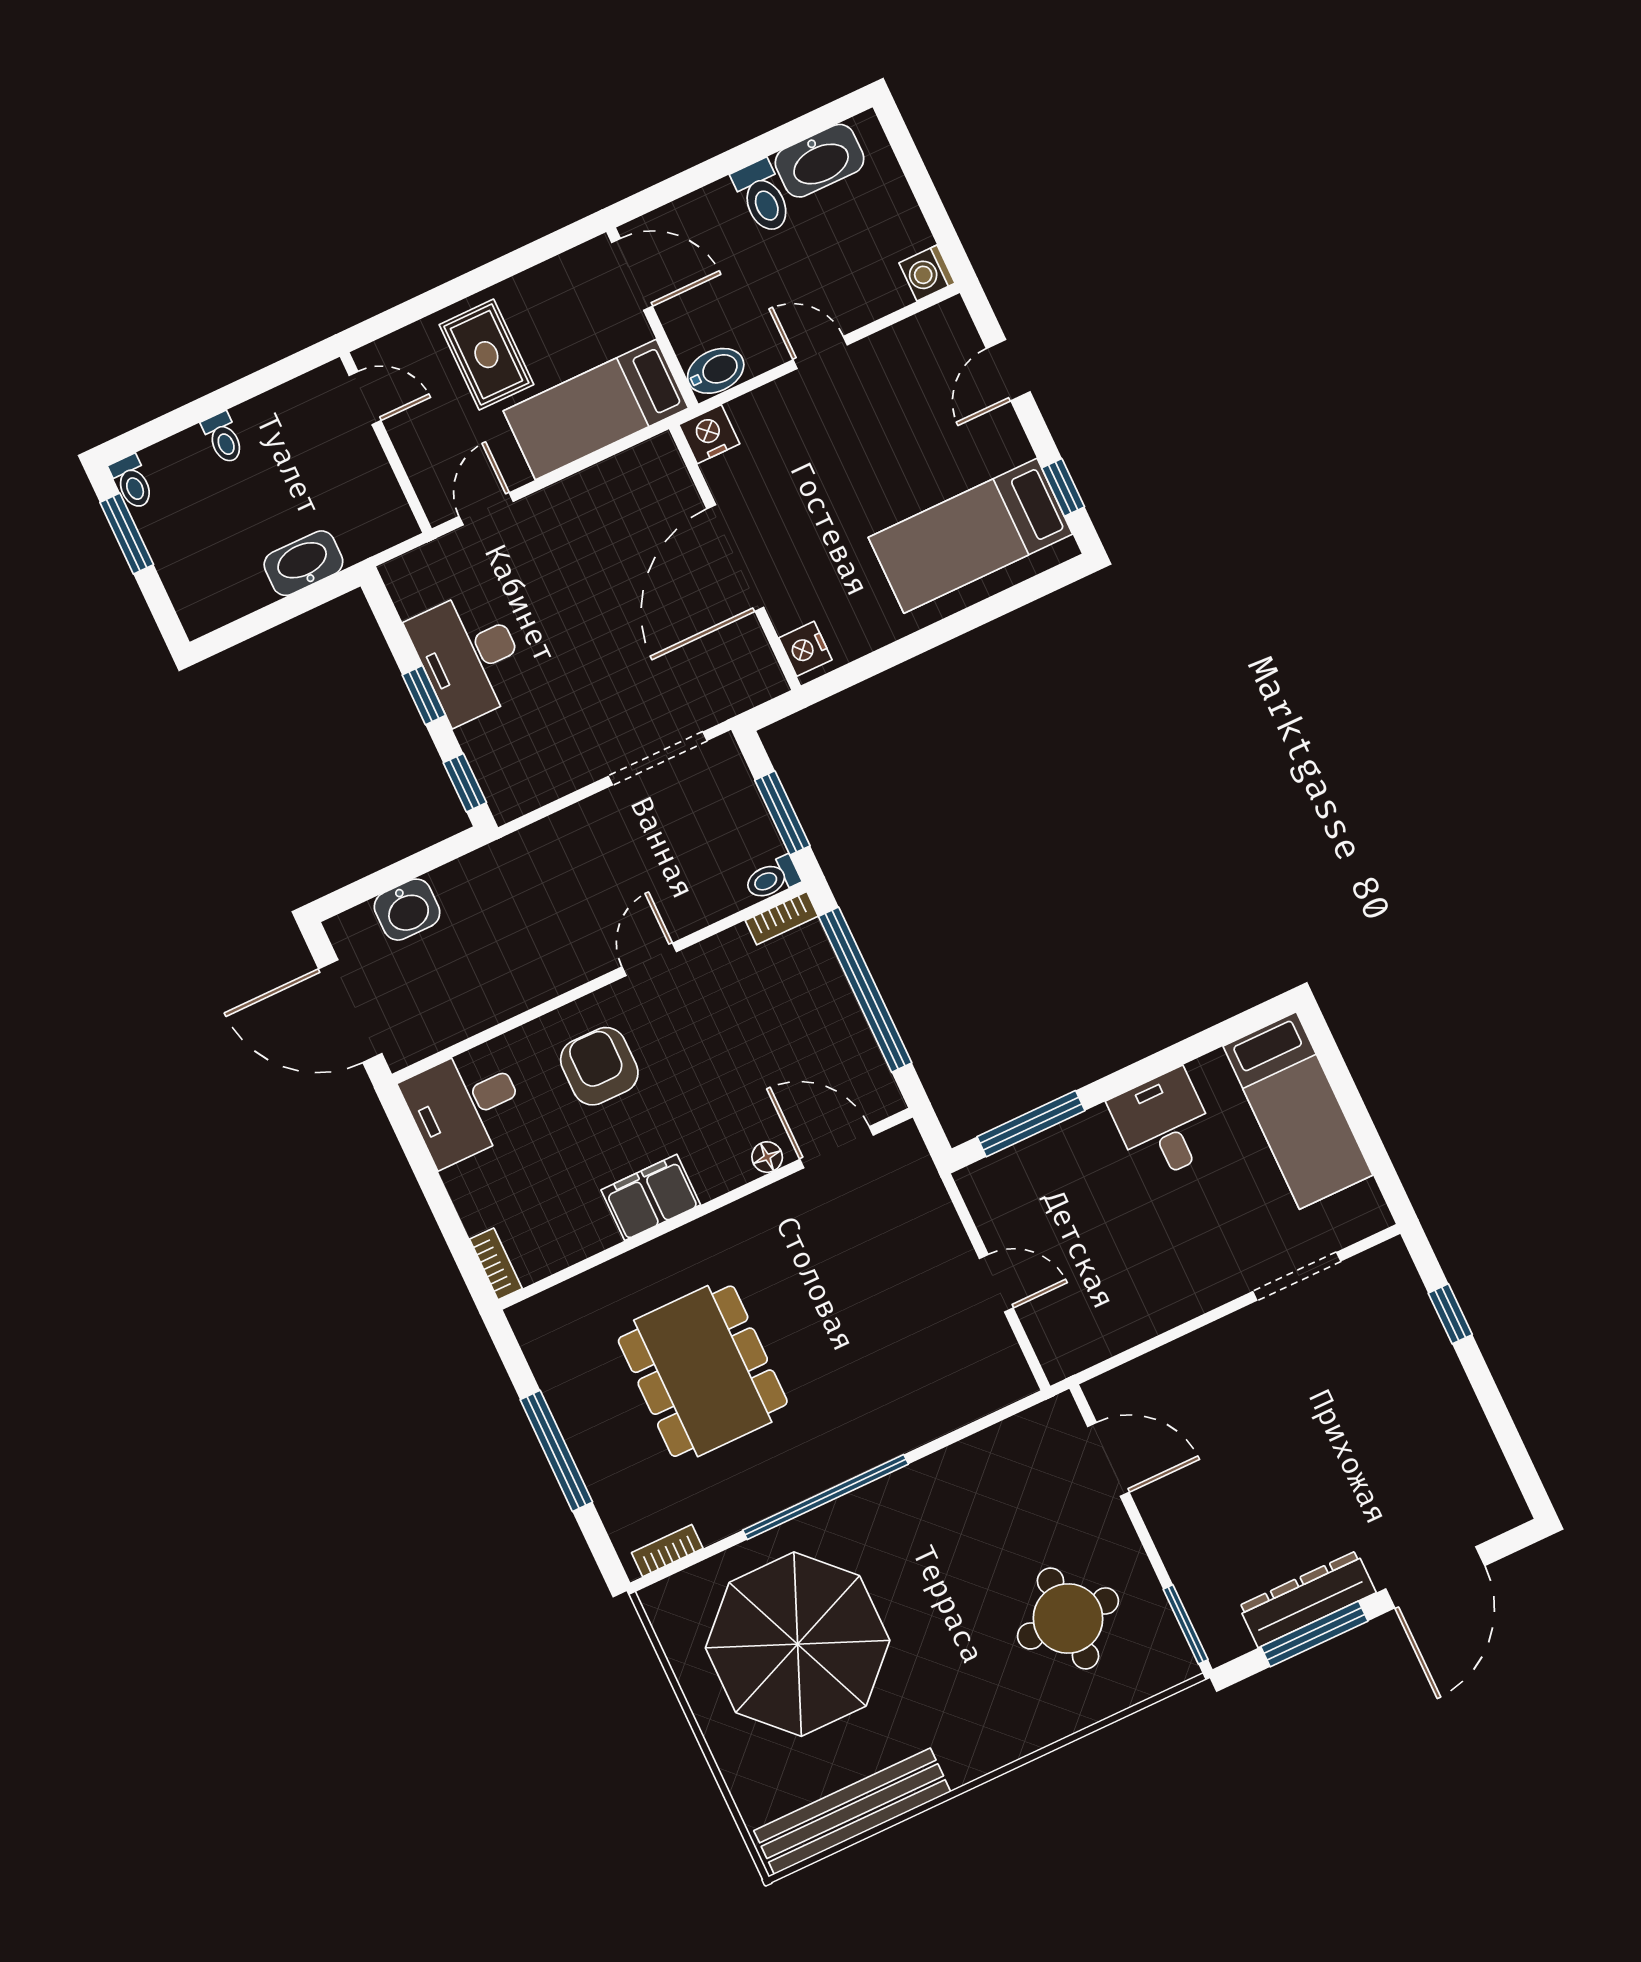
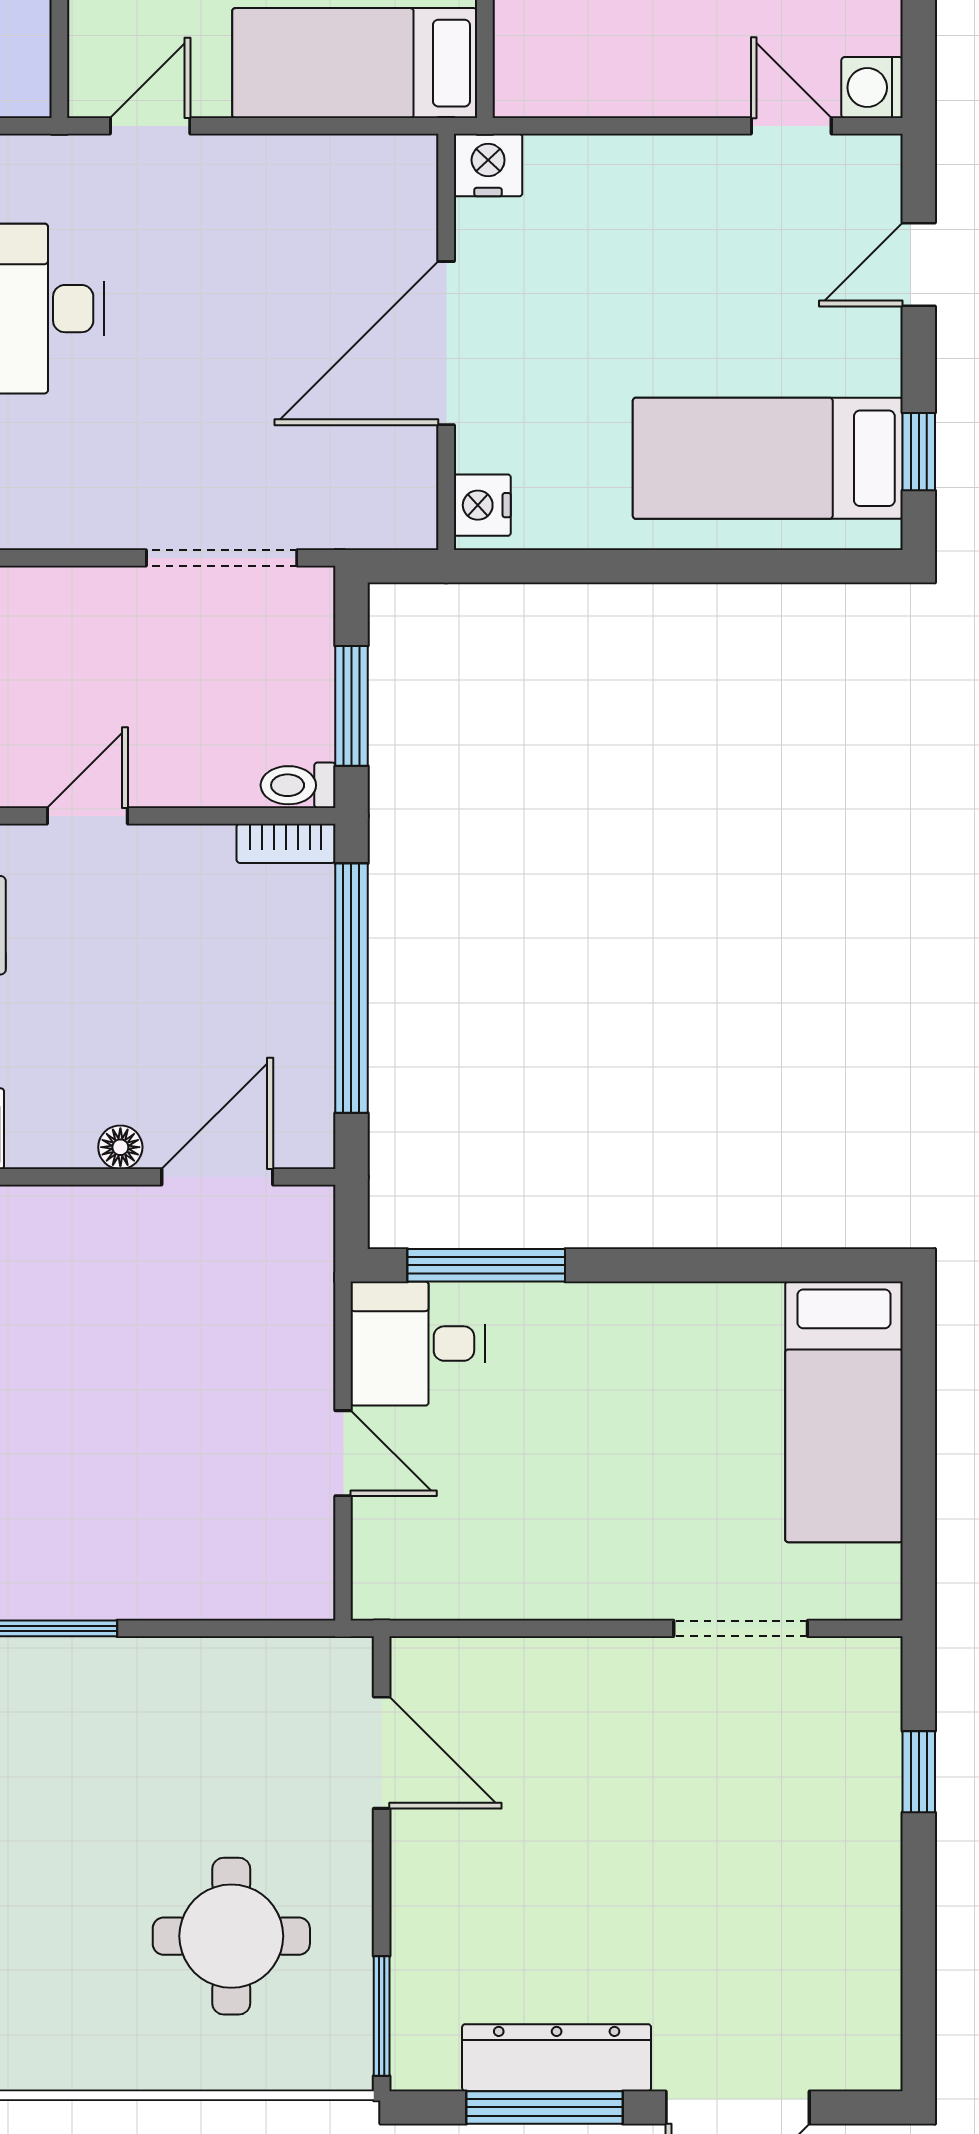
door: (820, 352) -> (791, 126), moved
bidet: (716, 371) -> (535, 86), removed
desk: (1164, 1125) -> (418, 1344), moved, turned -90
door: (837, 1147) -> (217, 1177), hinge flipped

